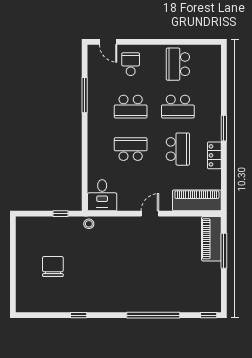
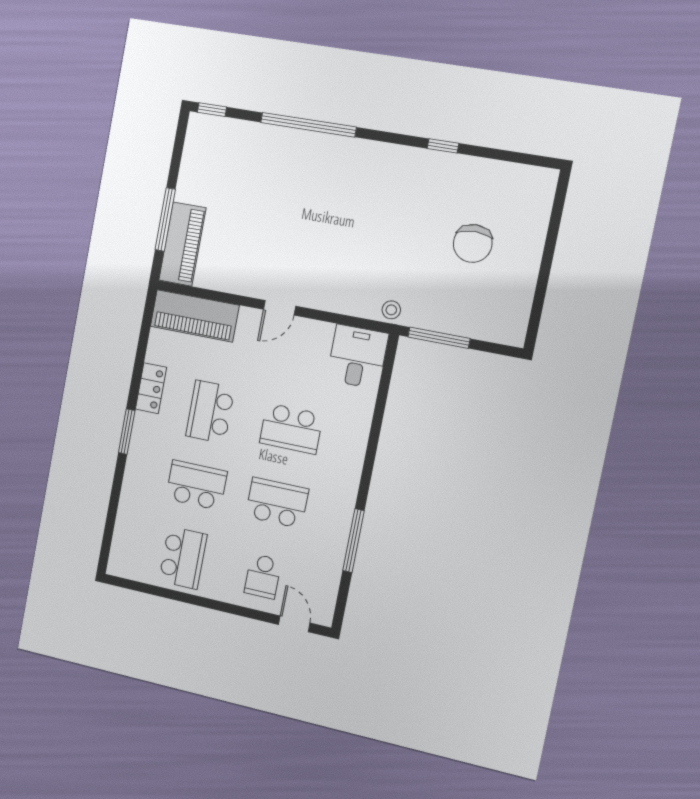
window: (61, 214) -> (439, 338), width x2.17

